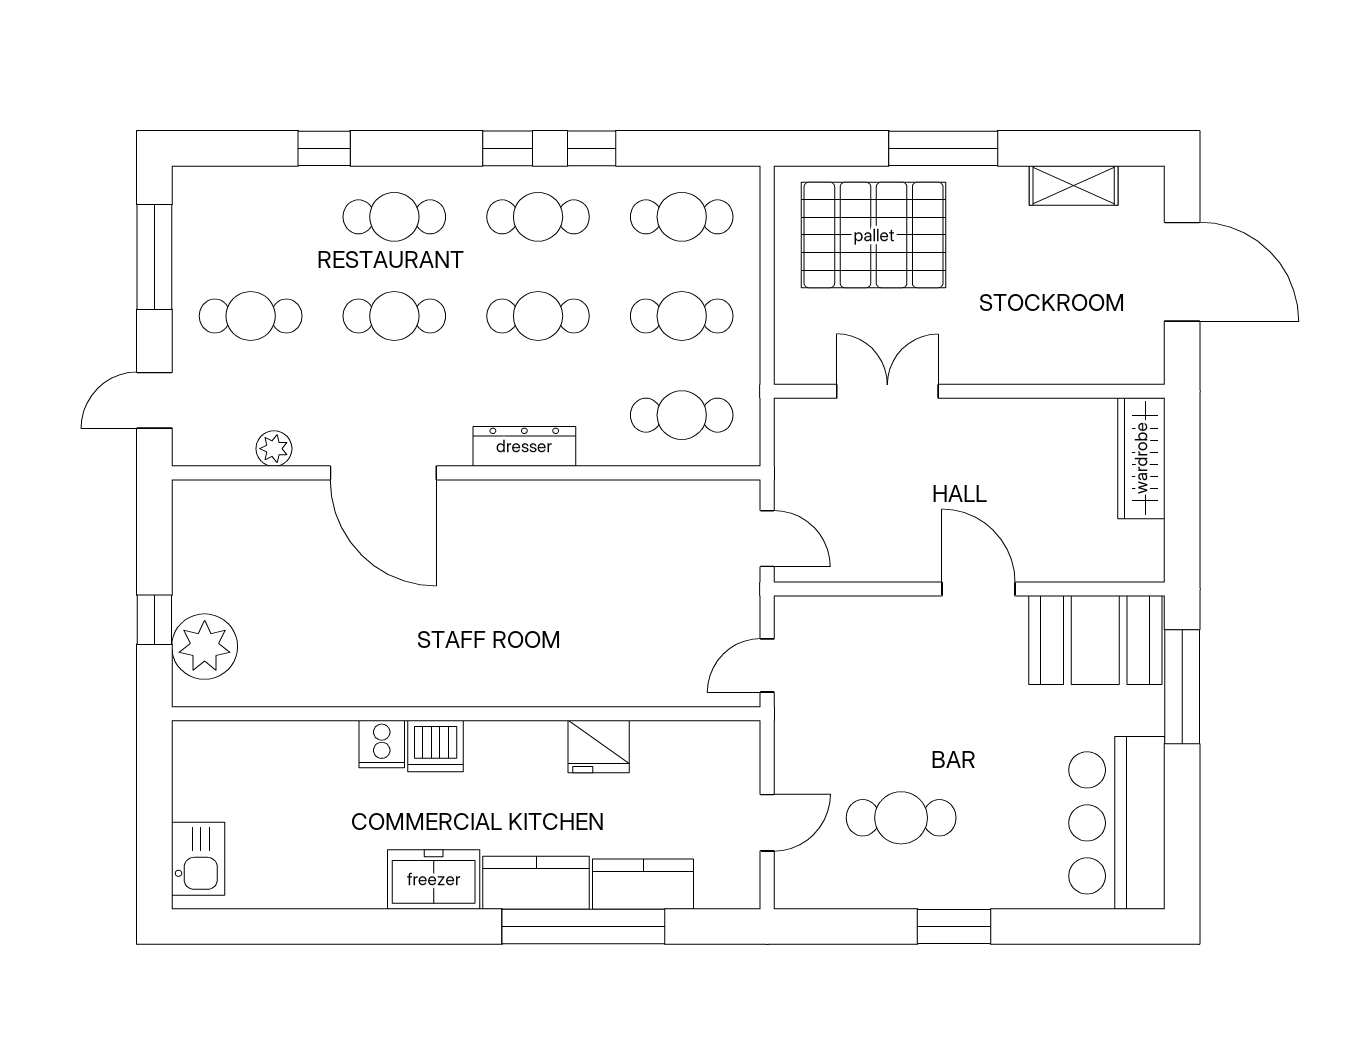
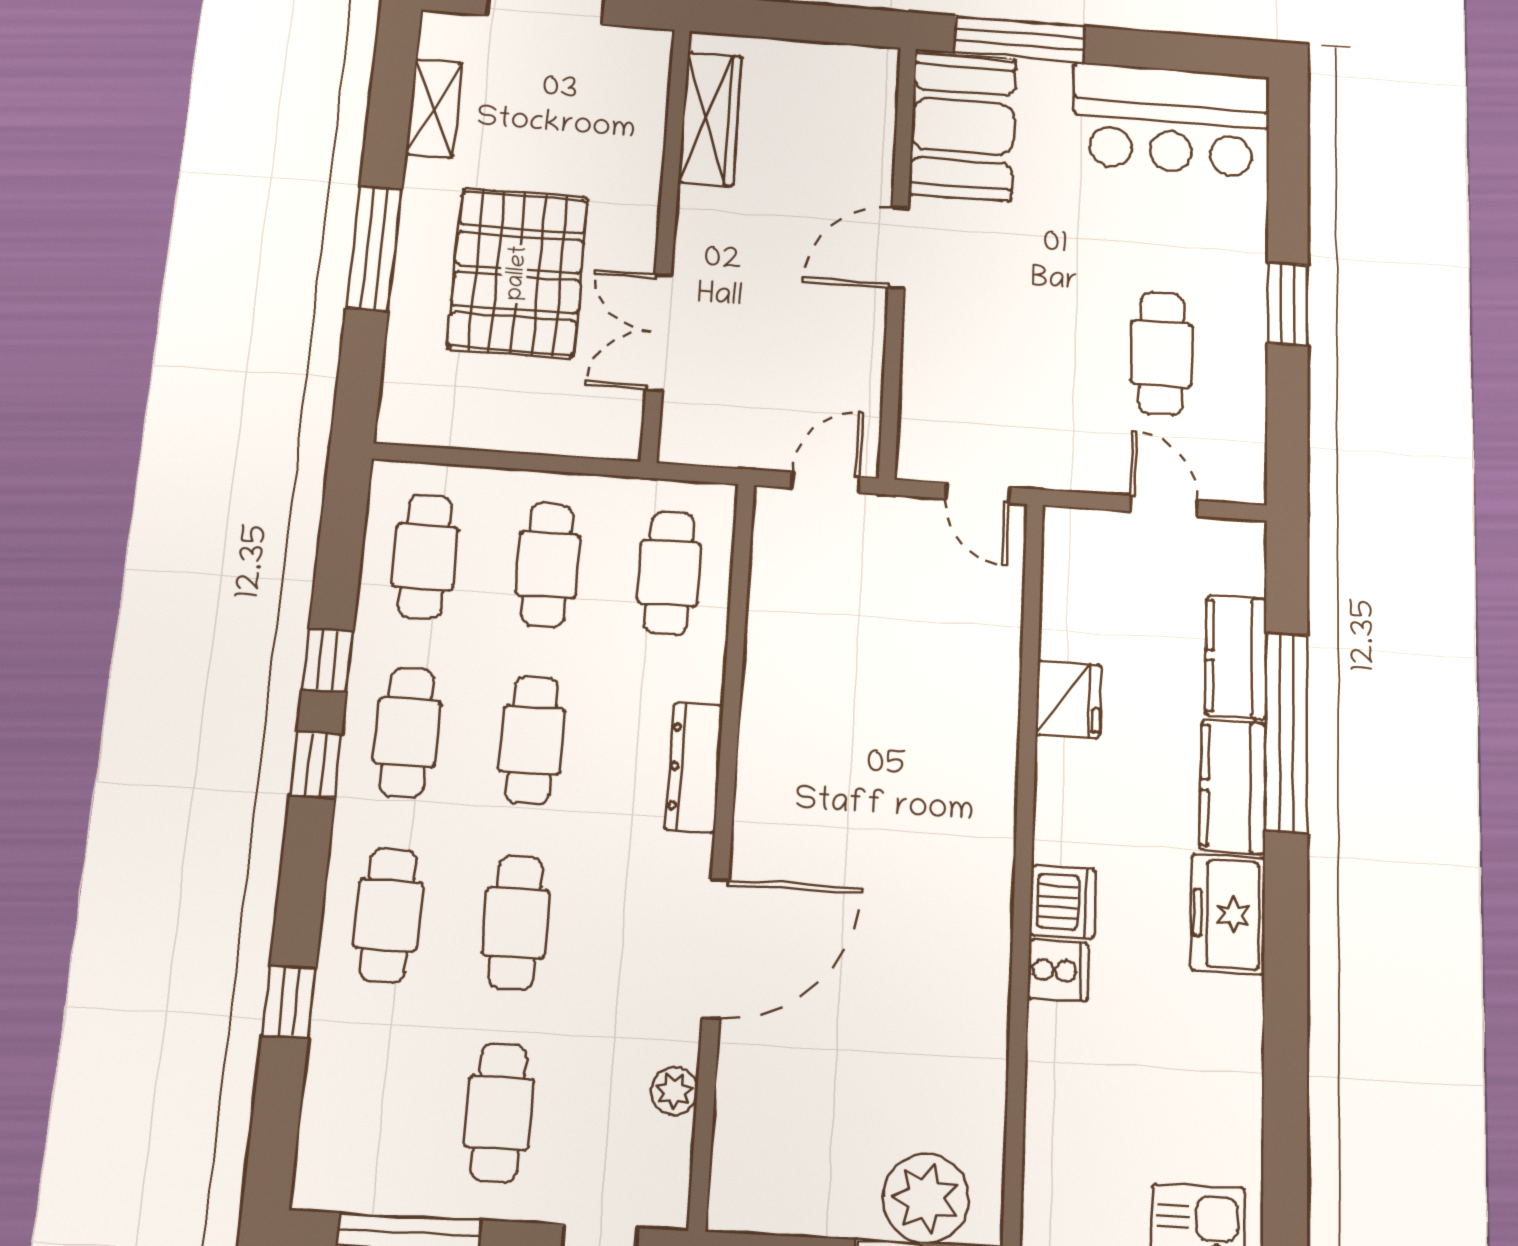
pallet: (874, 235) -> (518, 273), moved
wardrobe: (1141, 458) -> (710, 119), moved, turned -90

